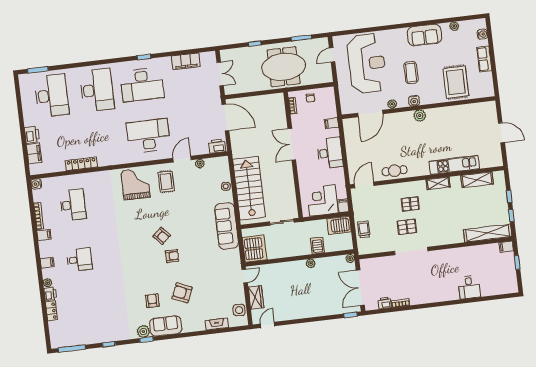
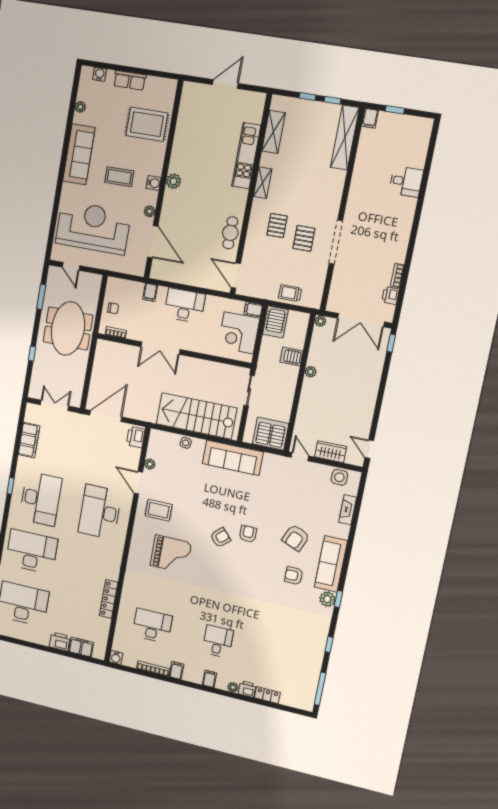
sofa: (425, 35) -> (79, 154), width x1.36
grand piano: (135, 184) -> (171, 554), moved, turned 180
sofa: (166, 326) -> (331, 564), width x1.36

